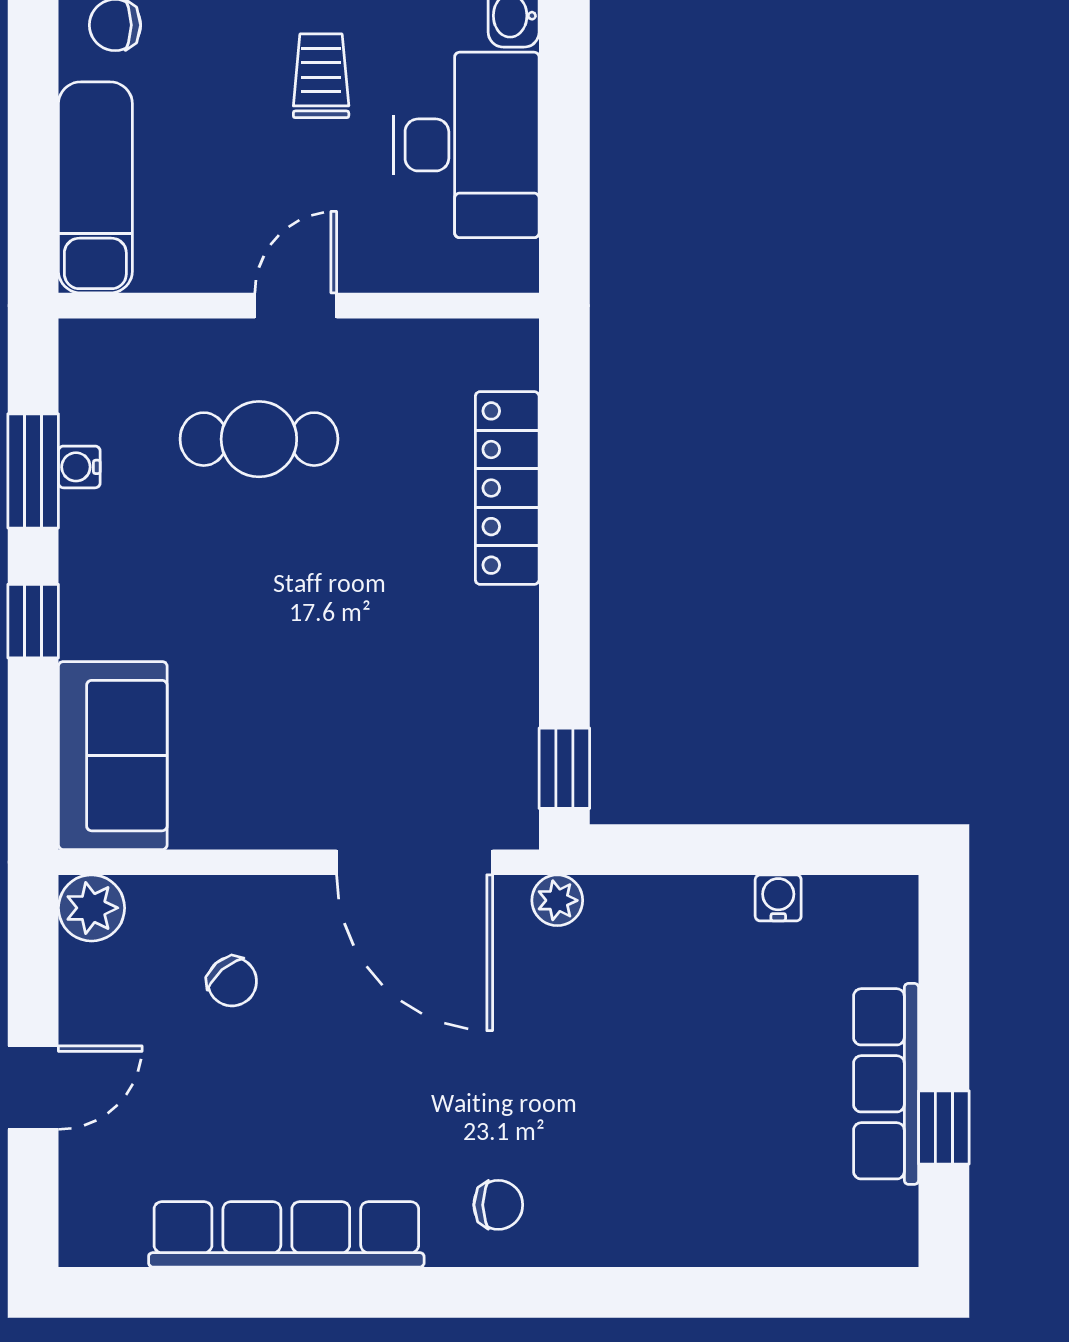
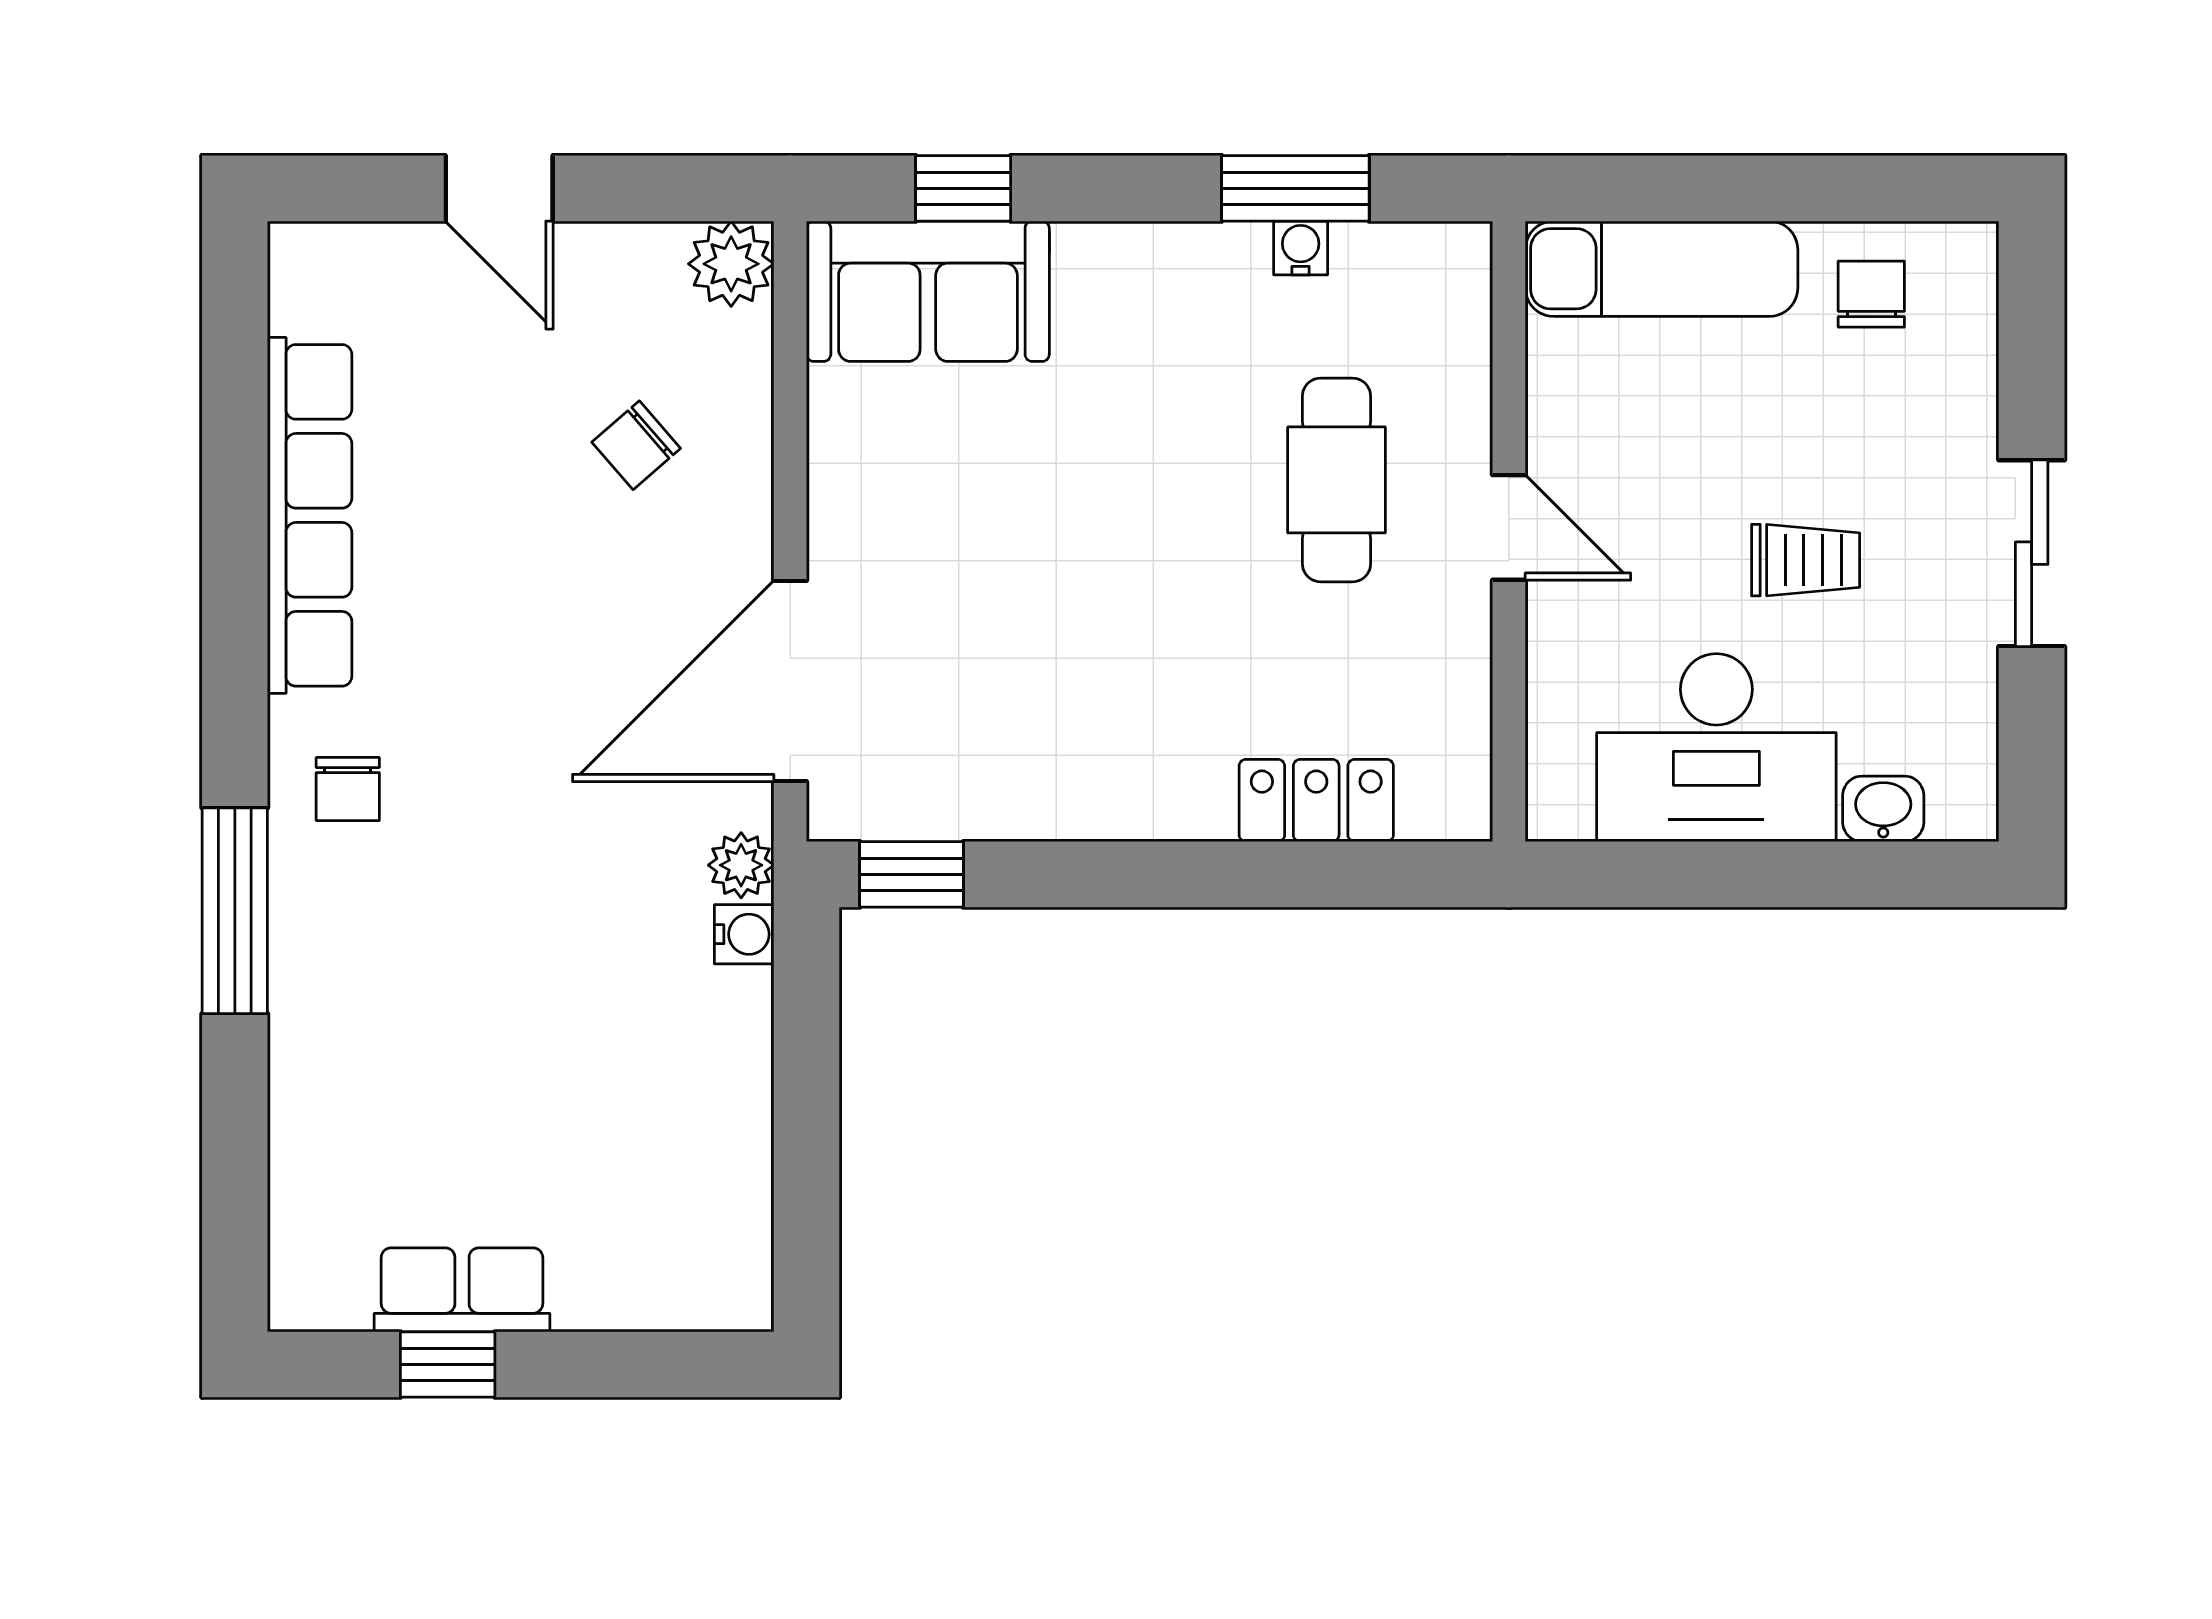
locker: (507, 488) -> (1316, 801), width x0.66
window: (33, 621) -> (963, 188), moved
water cooler: (778, 898) -> (744, 934), moved
row of seats: (886, 1084) -> (462, 1290), width x0.68
window: (593, 1292) -> (235, 911), added

